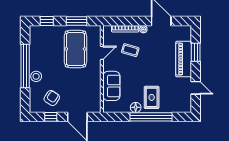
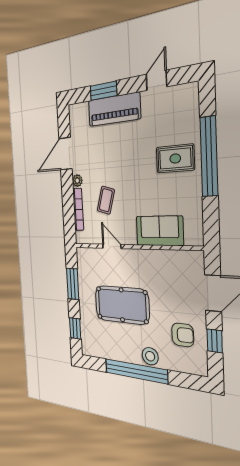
pool table: (75, 49) -> (122, 305), moved
armchair: (52, 98) -> (183, 335), turned 146
floor lamp: (136, 107) -> (193, 186), removed

